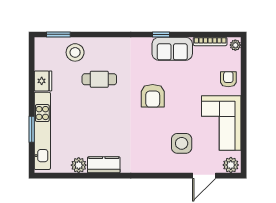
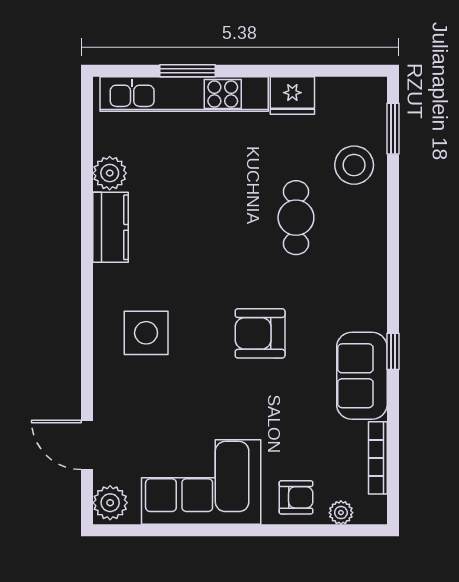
plant: (235, 45) -> (341, 513), moved
side table: (182, 143) -> (146, 333), moved

